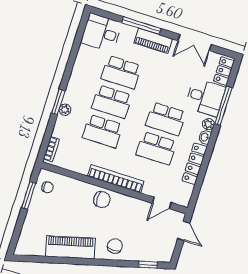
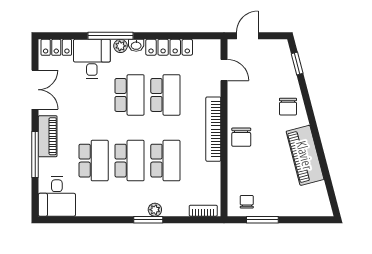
window: (223, 106) -> (110, 36), moved
chair: (102, 200) -> (241, 137), turned 180
chair: (115, 246) -> (288, 107), turned -90

